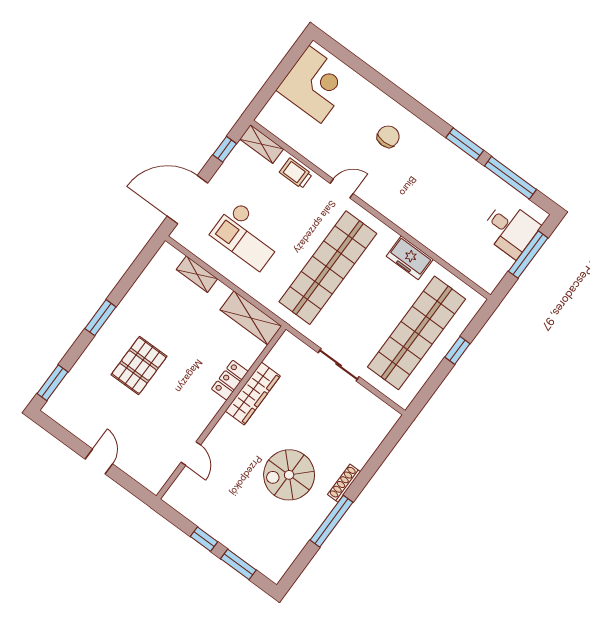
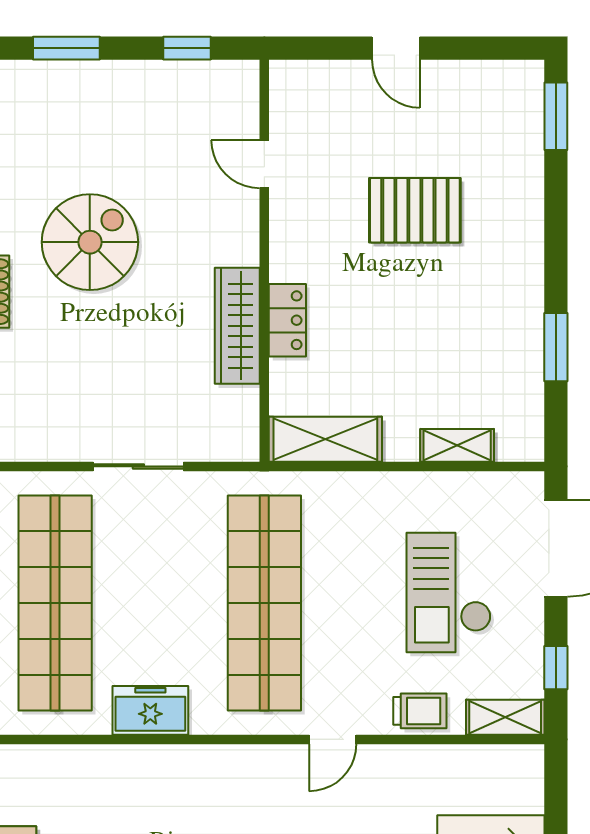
checkout: (247, 236) -> (449, 592), moved, turned -90
window: (100, 318) -> (556, 347), moved
pallet: (139, 366) -> (415, 210), moved, turned 90
window: (204, 539) -> (187, 48), moved

